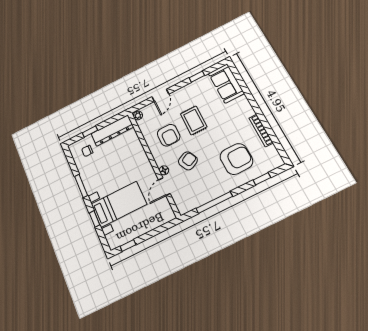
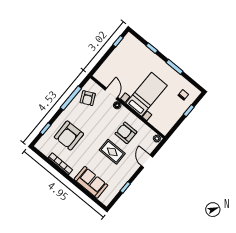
sofa: (226, 83) -> (91, 182), moved
dresser: (112, 130) -> (171, 119), removed
armchair: (188, 161) -> (88, 98), moved
bed with nightstands: (119, 204) -> (146, 94), moved, turned 180

